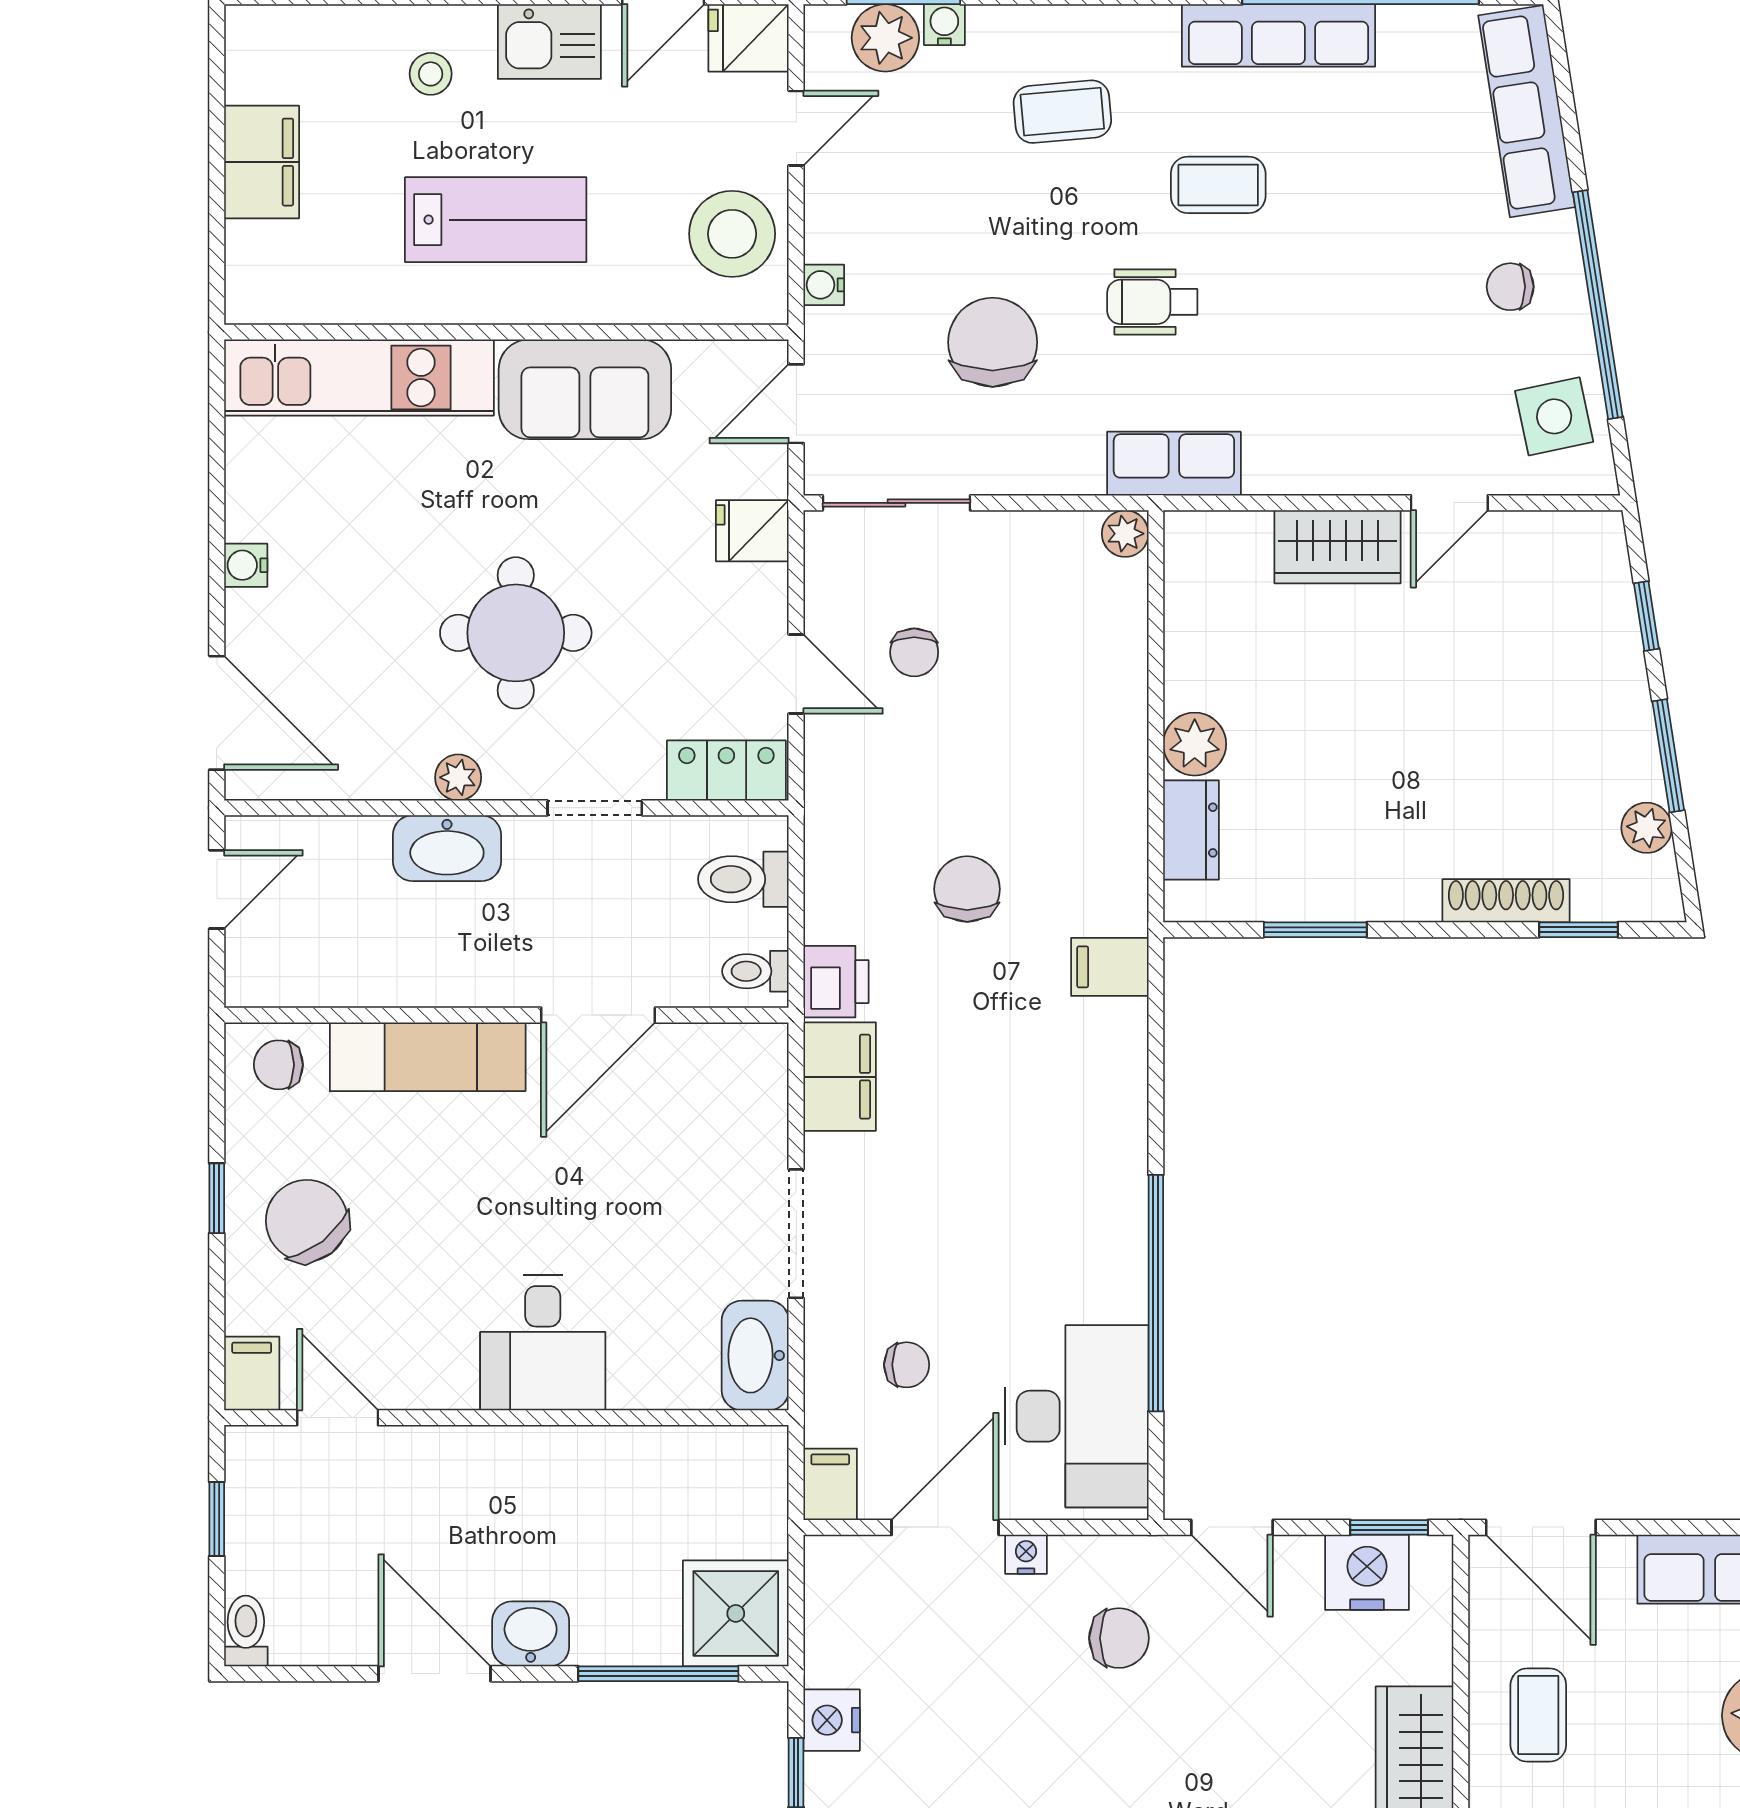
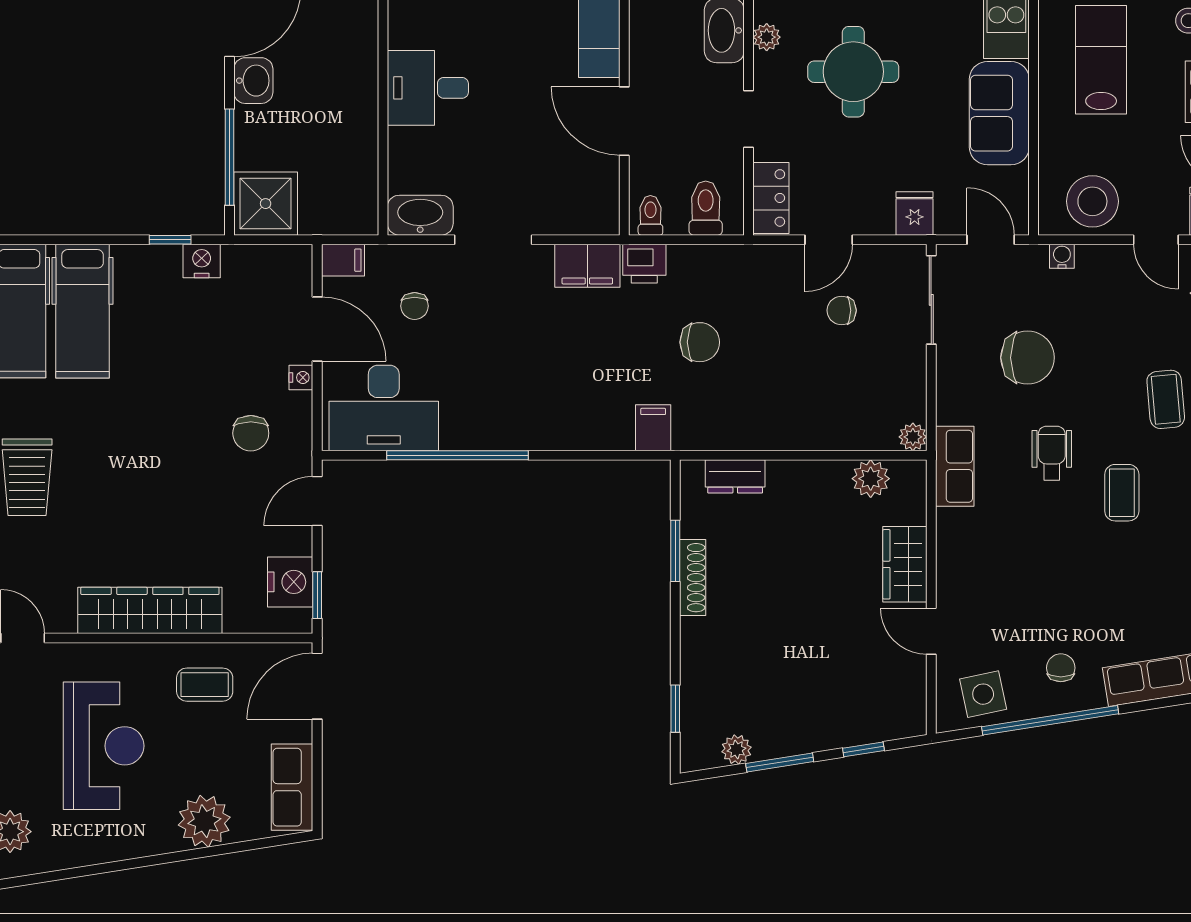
lab bench: (496, 220) -> (1101, 60), turned 180
plant: (1195, 744) -> (871, 479), moved
shoe rack: (1506, 901) -> (693, 578), moved

